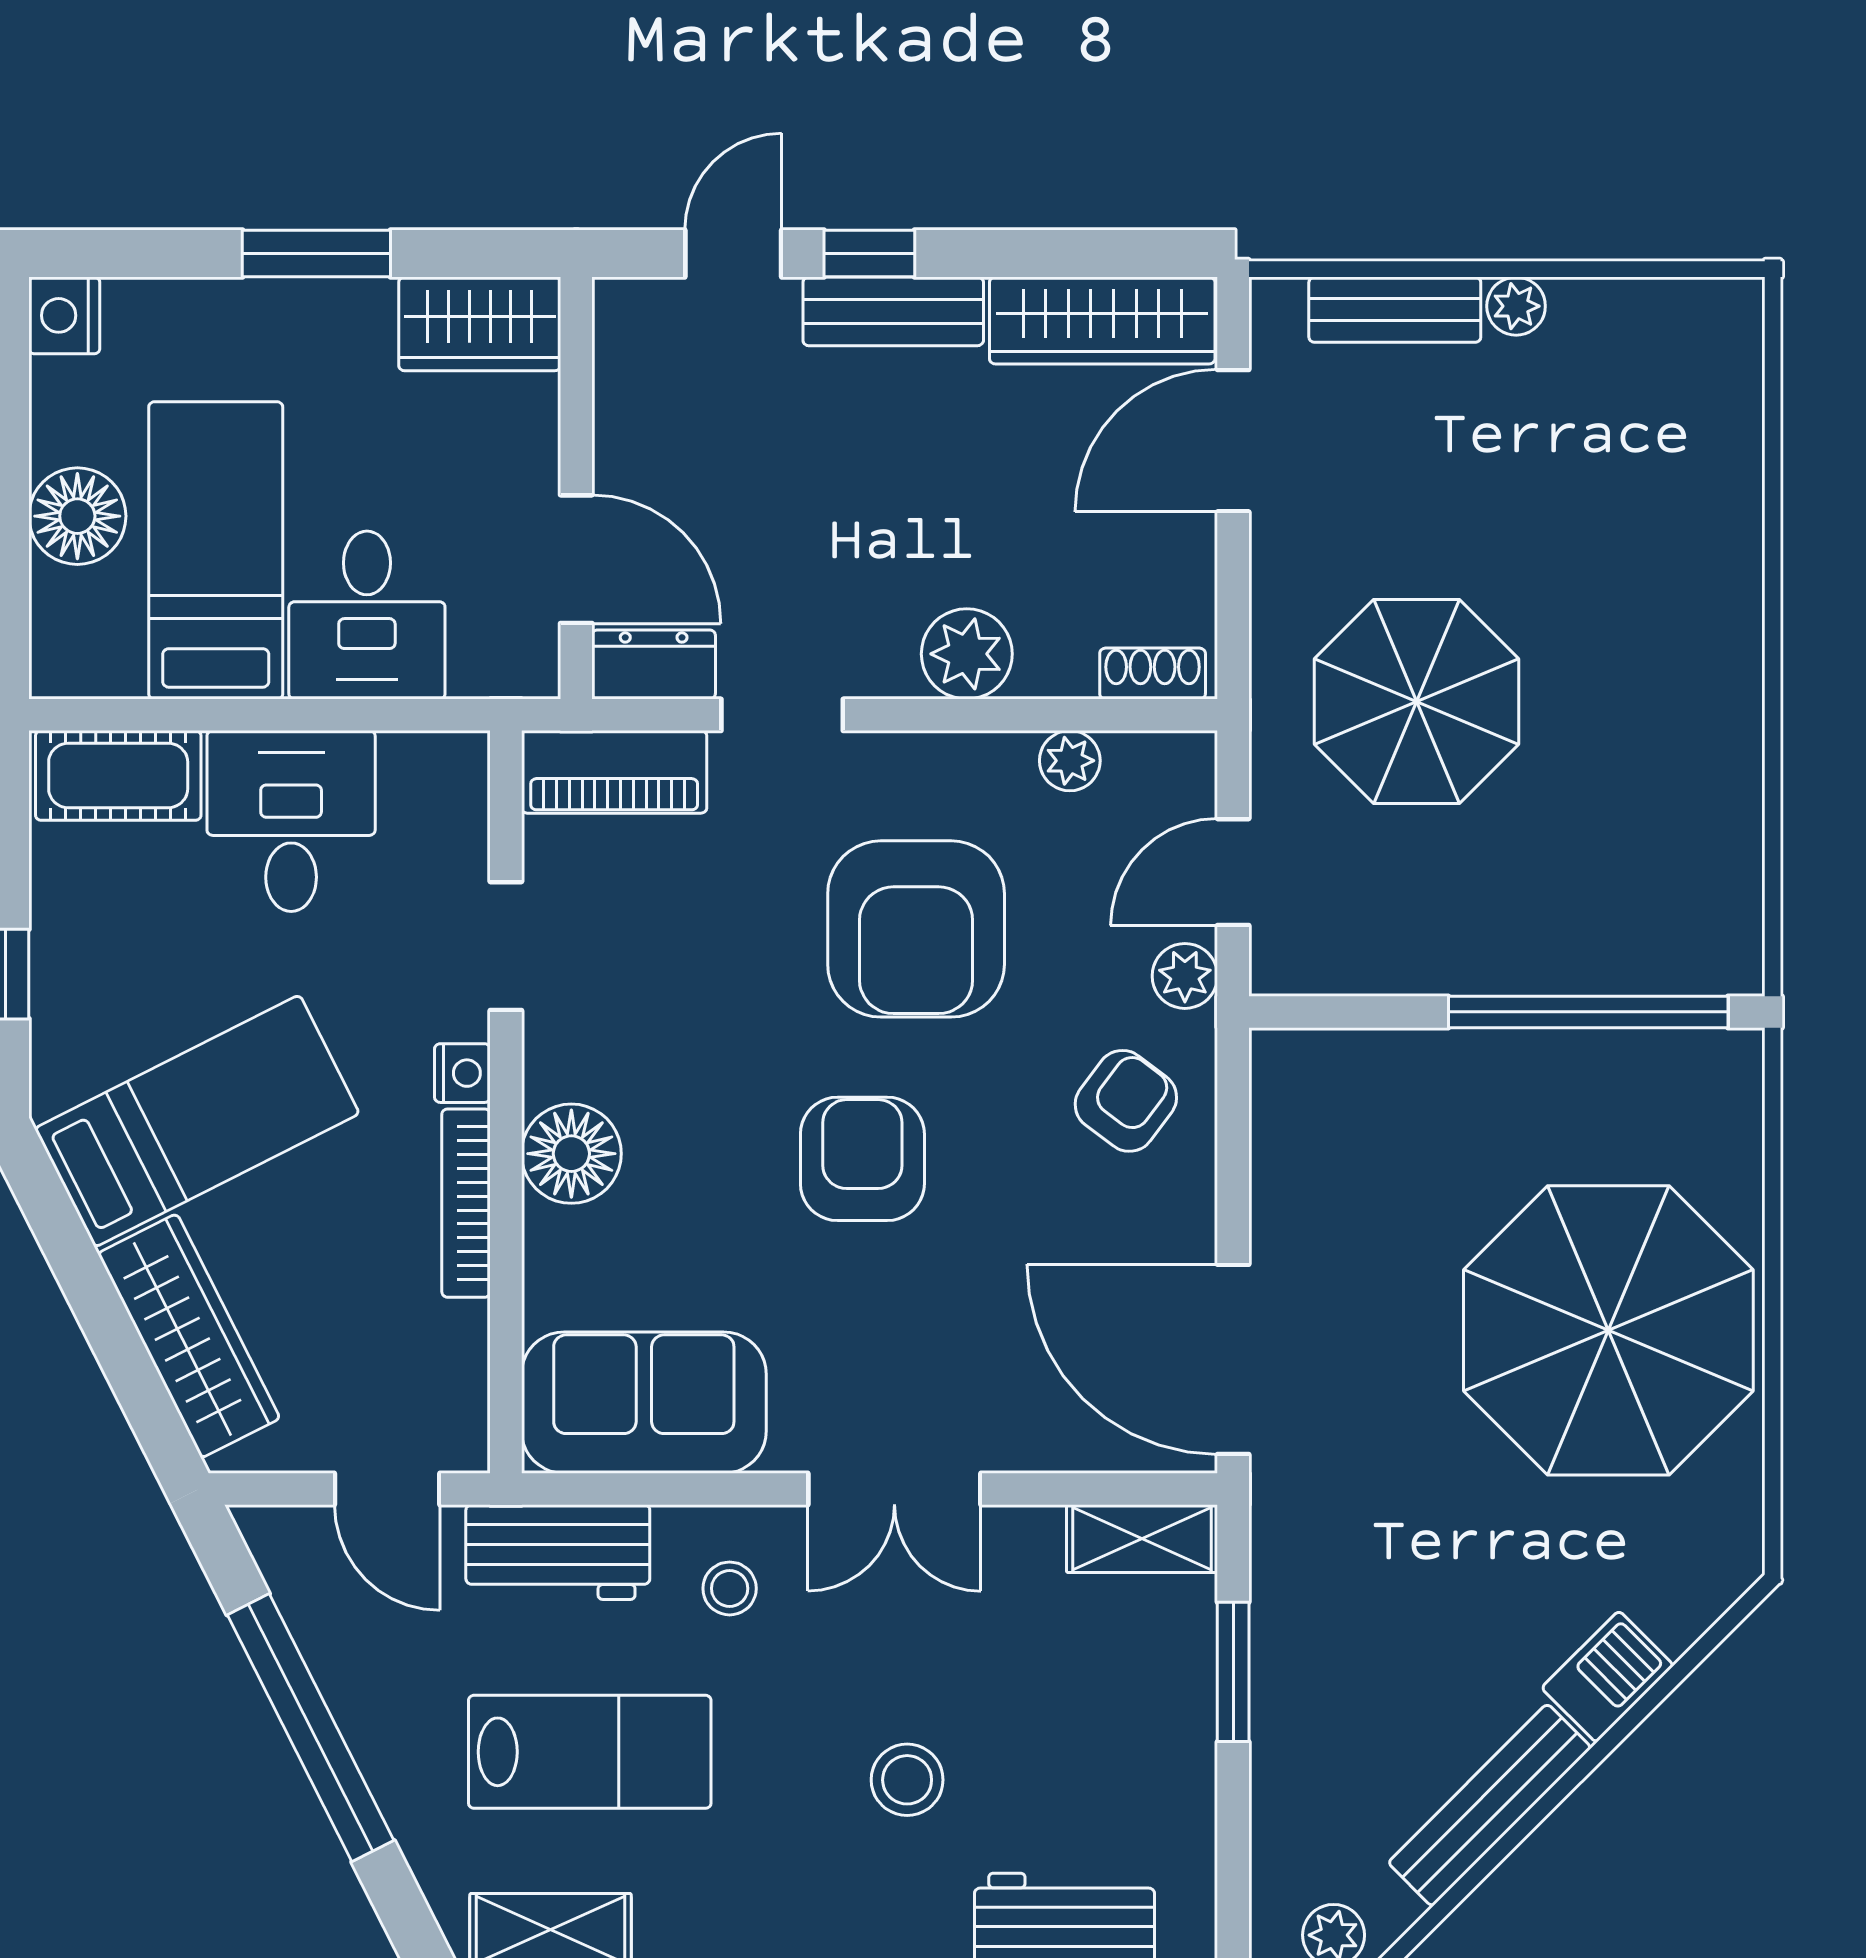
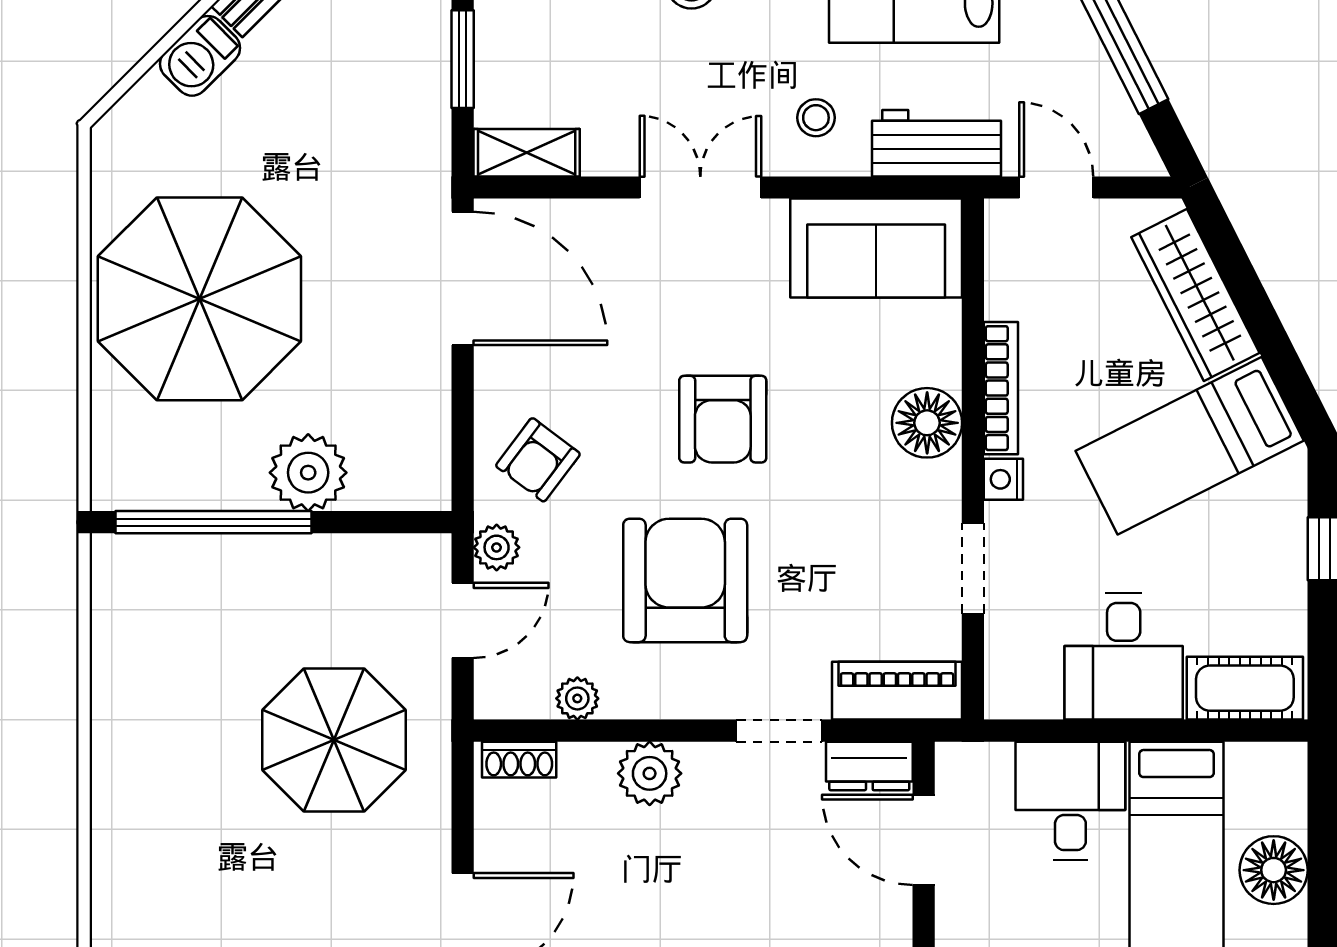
plant: (1453, 1083) -> (308, 473), added

